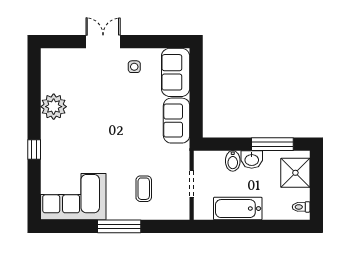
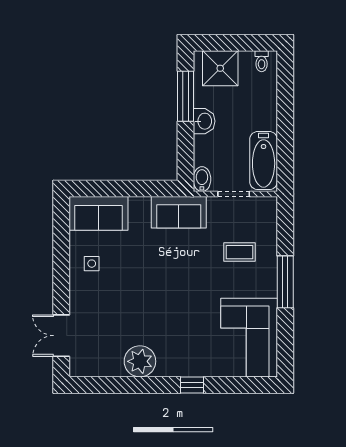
double door: (103, 42) -> (61, 336), moved
sofa: (177, 121) -> (179, 212), moved
bidet: (233, 161) -> (202, 179), moved, turned -90
bathtub: (238, 209) -> (264, 161), moved

